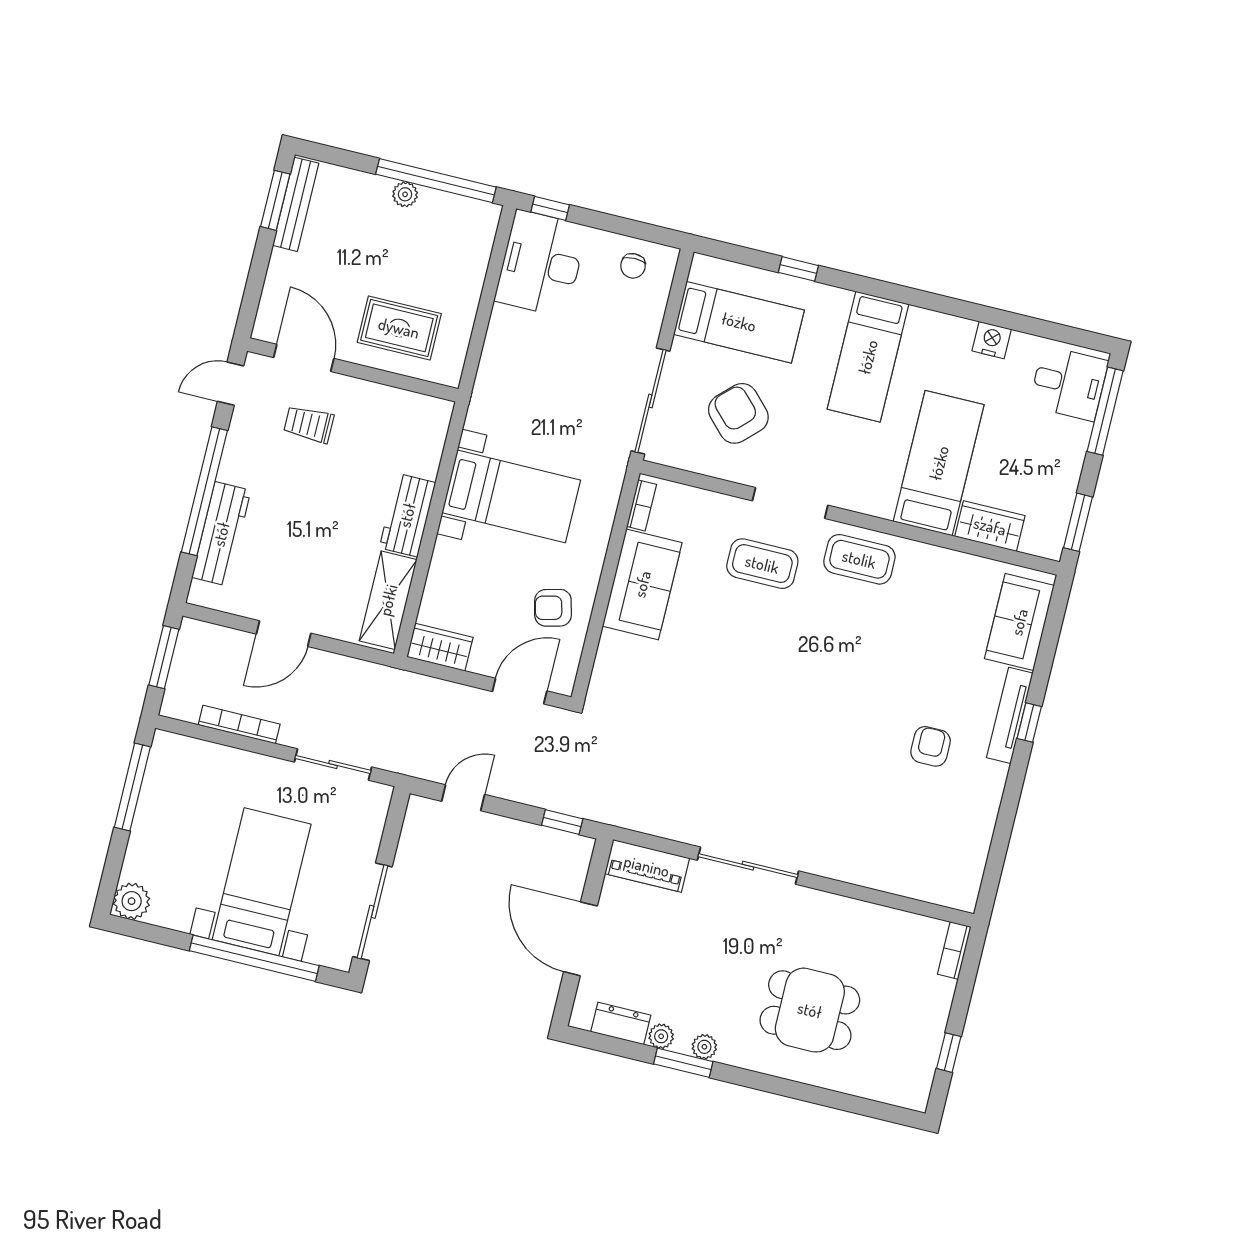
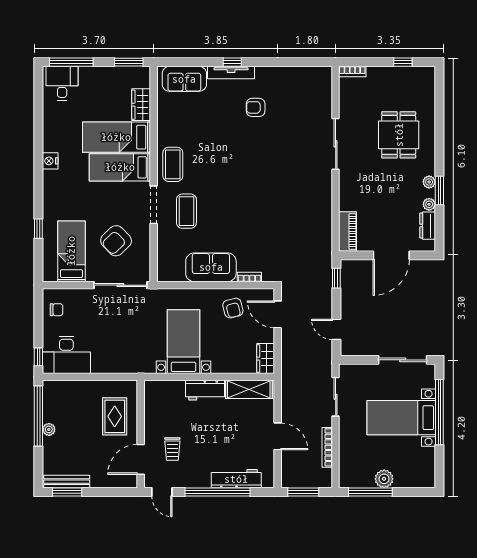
nightstand: (992, 340) -> (50, 161), moved
bed: (868, 357) -> (120, 167), moved, turned 180
bookcase: (642, 505) -> (249, 277), moved
sliding door: (748, 866) -> (336, 144), moved
plant: (132, 901) -> (384, 479), moved

